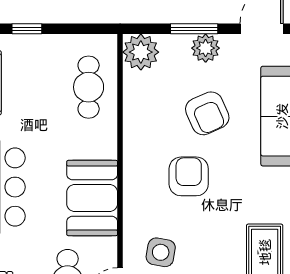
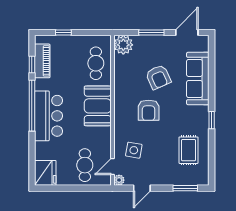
plant: (206, 48) -> (157, 43), removed
armchair: (189, 176) -> (149, 110), turned 180
booth: (92, 198) -> (98, 106), moved

